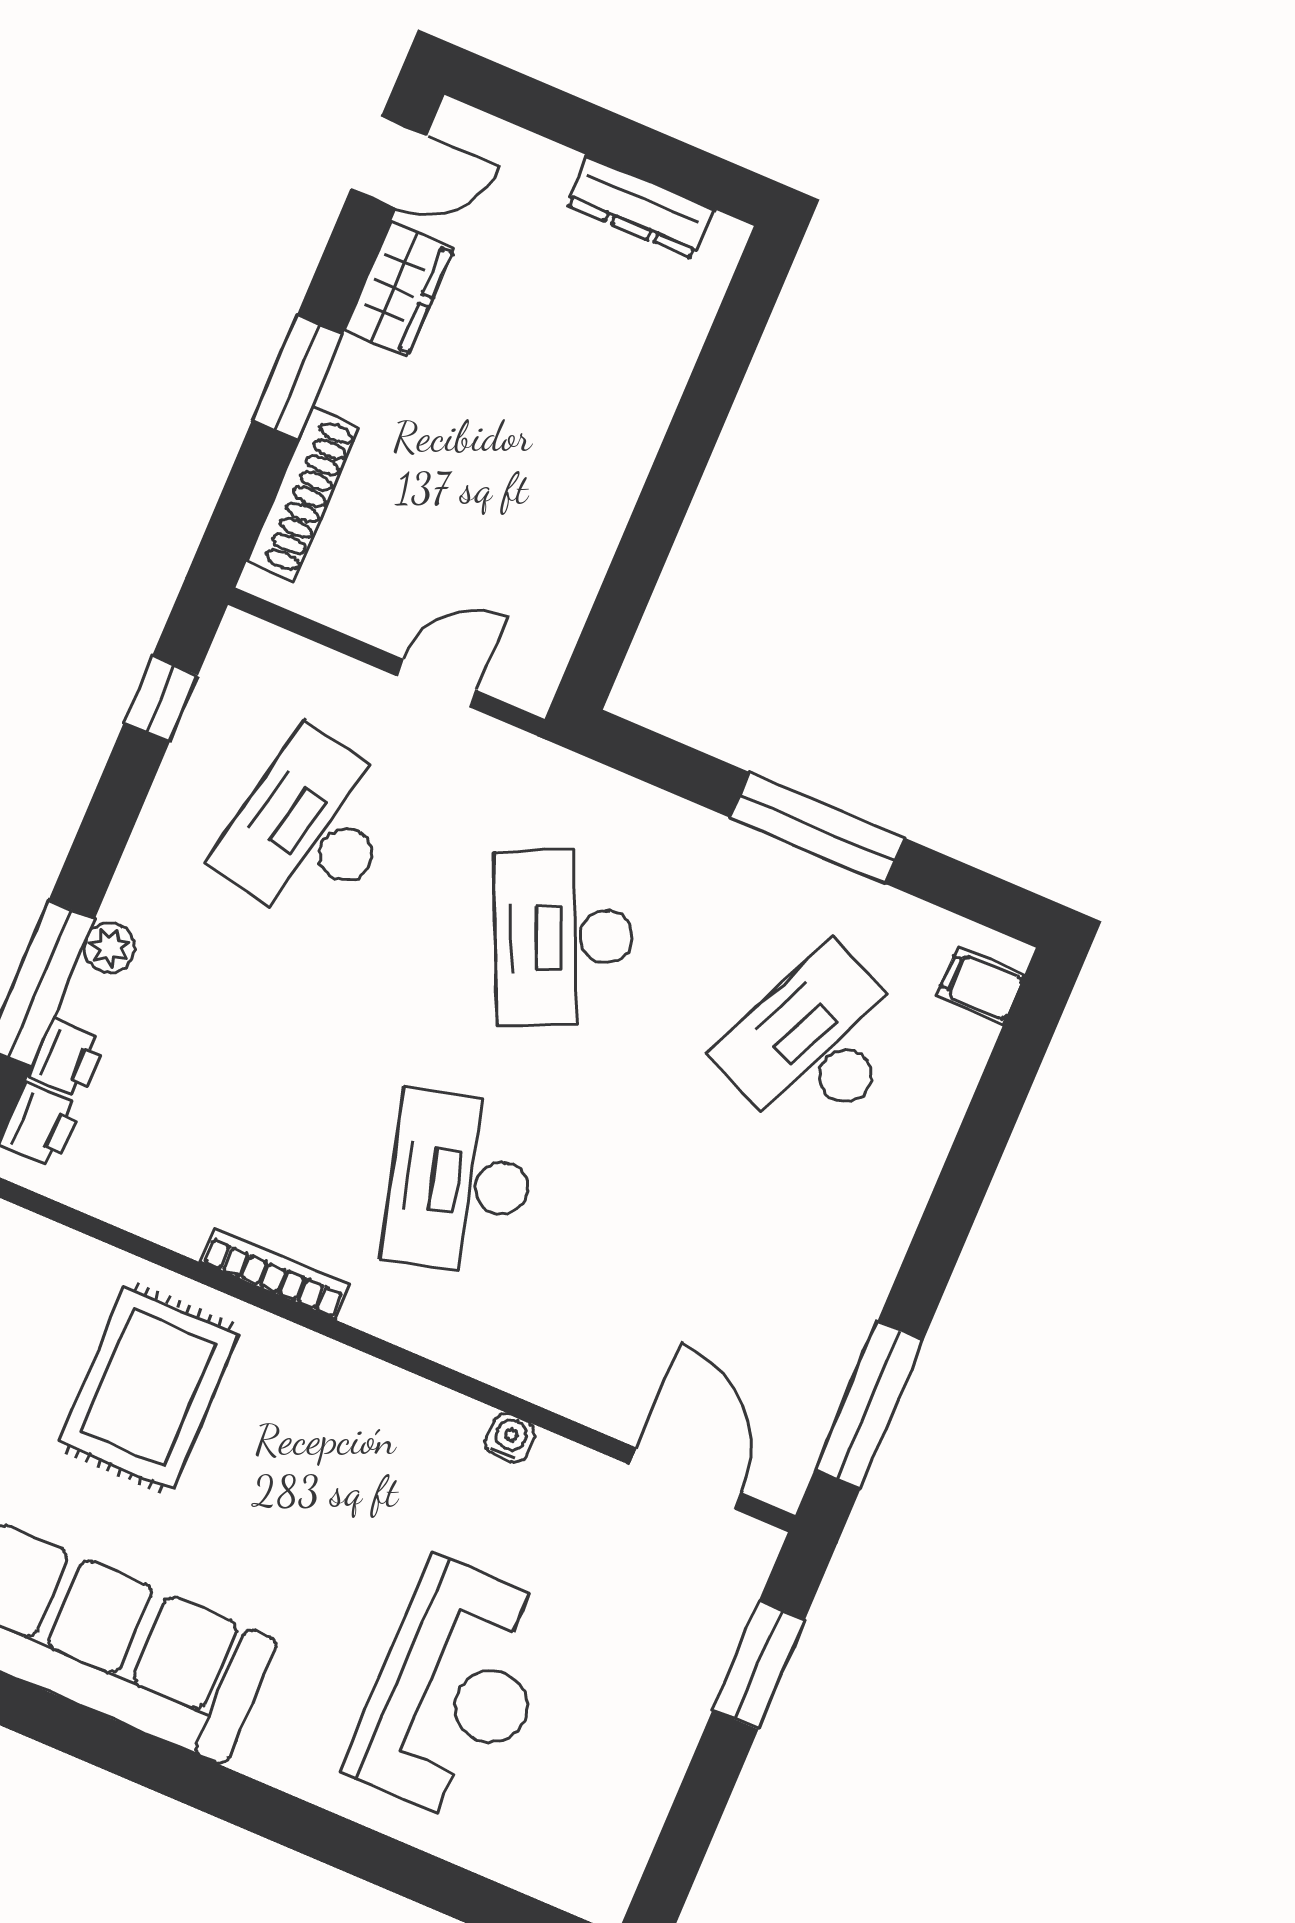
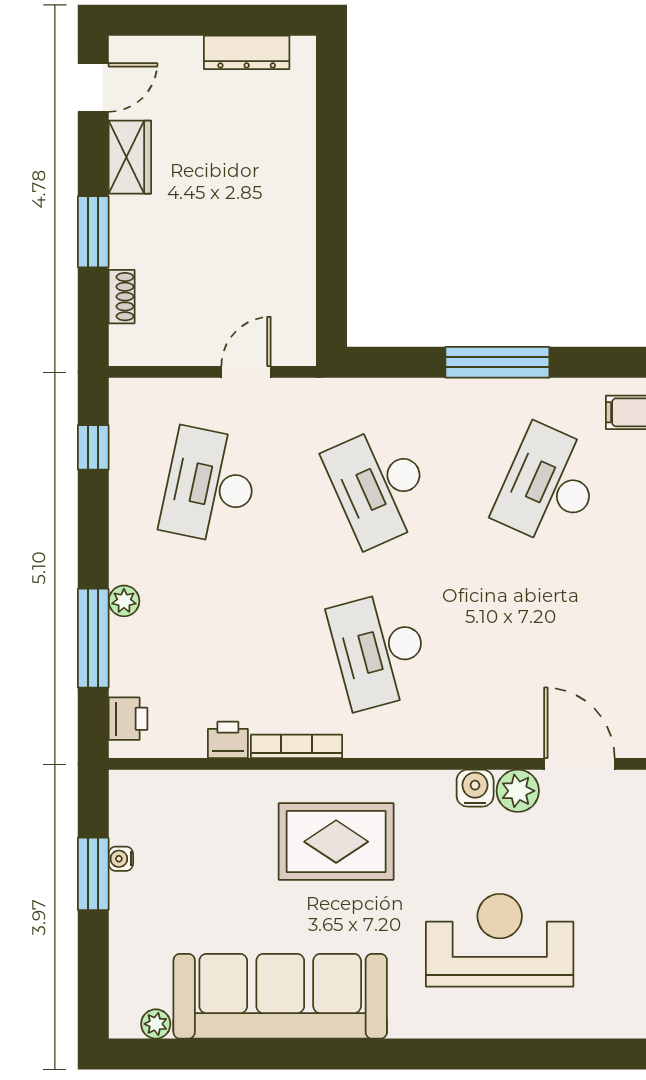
shoe rack: (303, 494) -> (122, 297), width x0.51, depth x0.81
printer: (67, 1059) -> (228, 740), moved, turned -90
rug: (149, 1388) -> (336, 842), moved, turned 90
water cooler: (510, 1438) -> (475, 788), width x1.38, depth x1.38
plant: (577, 1480) -> (518, 791), added
reception desk: (455, 1691) -> (500, 940), turned -90

